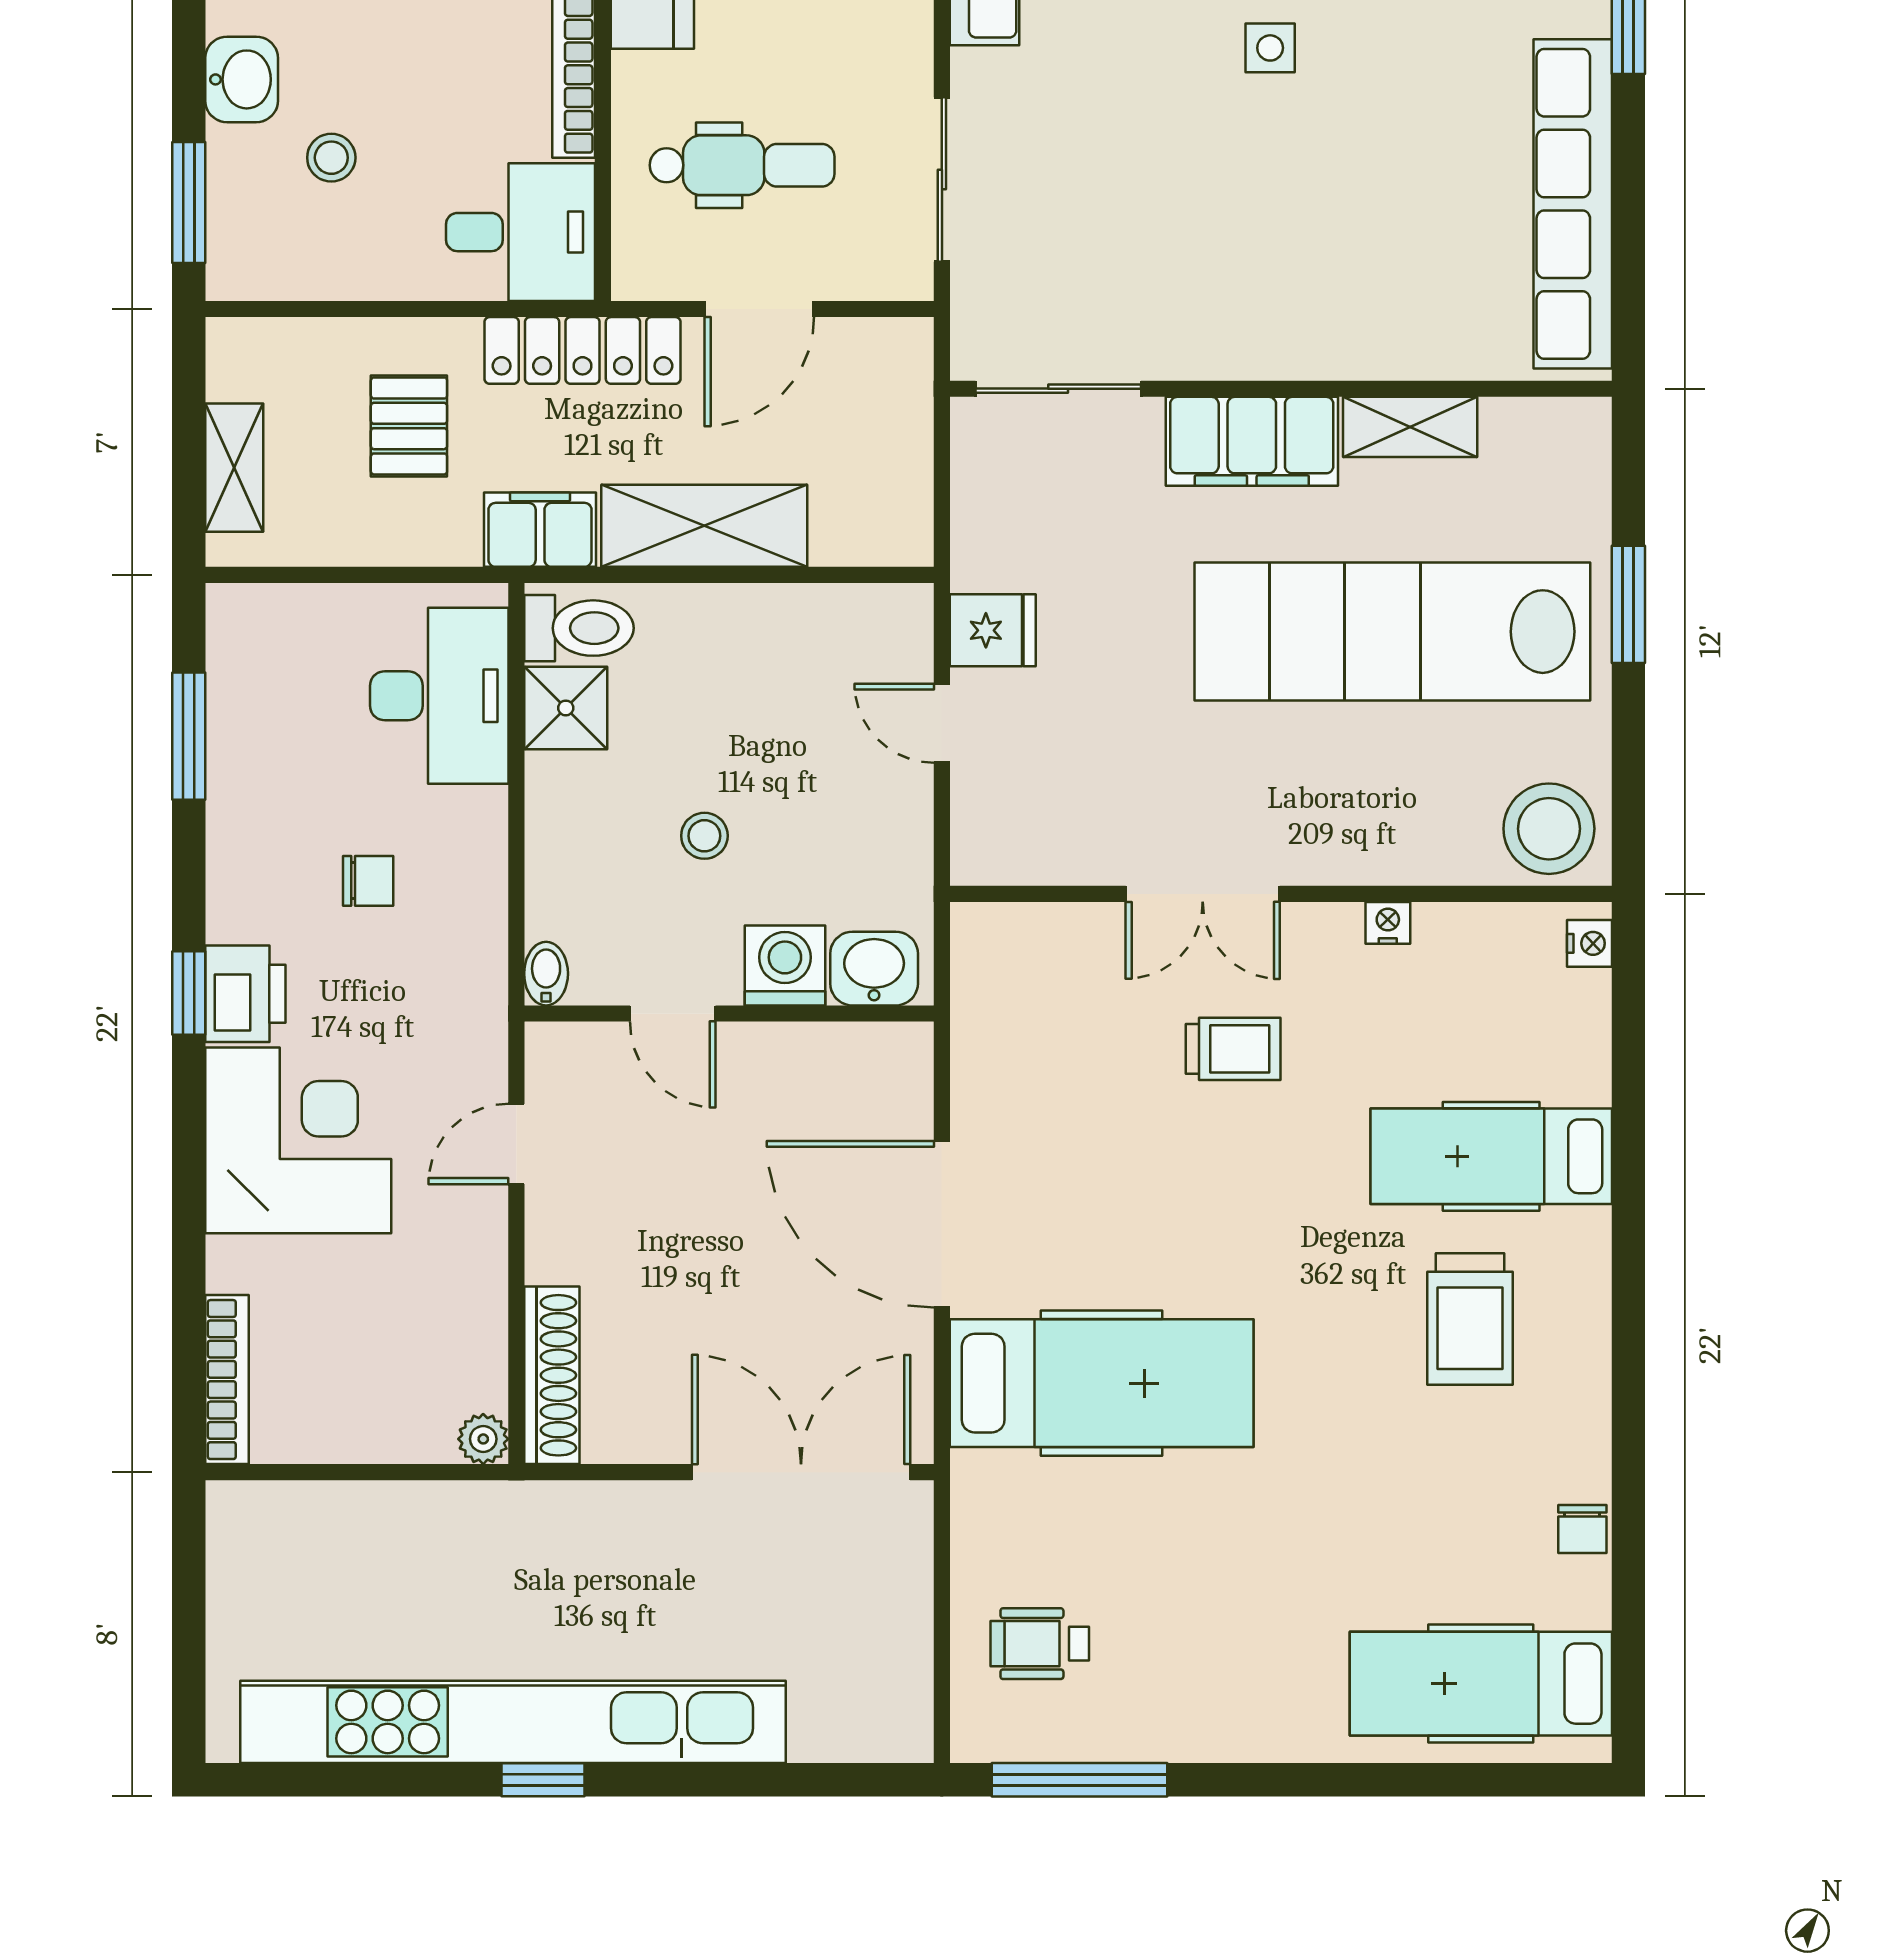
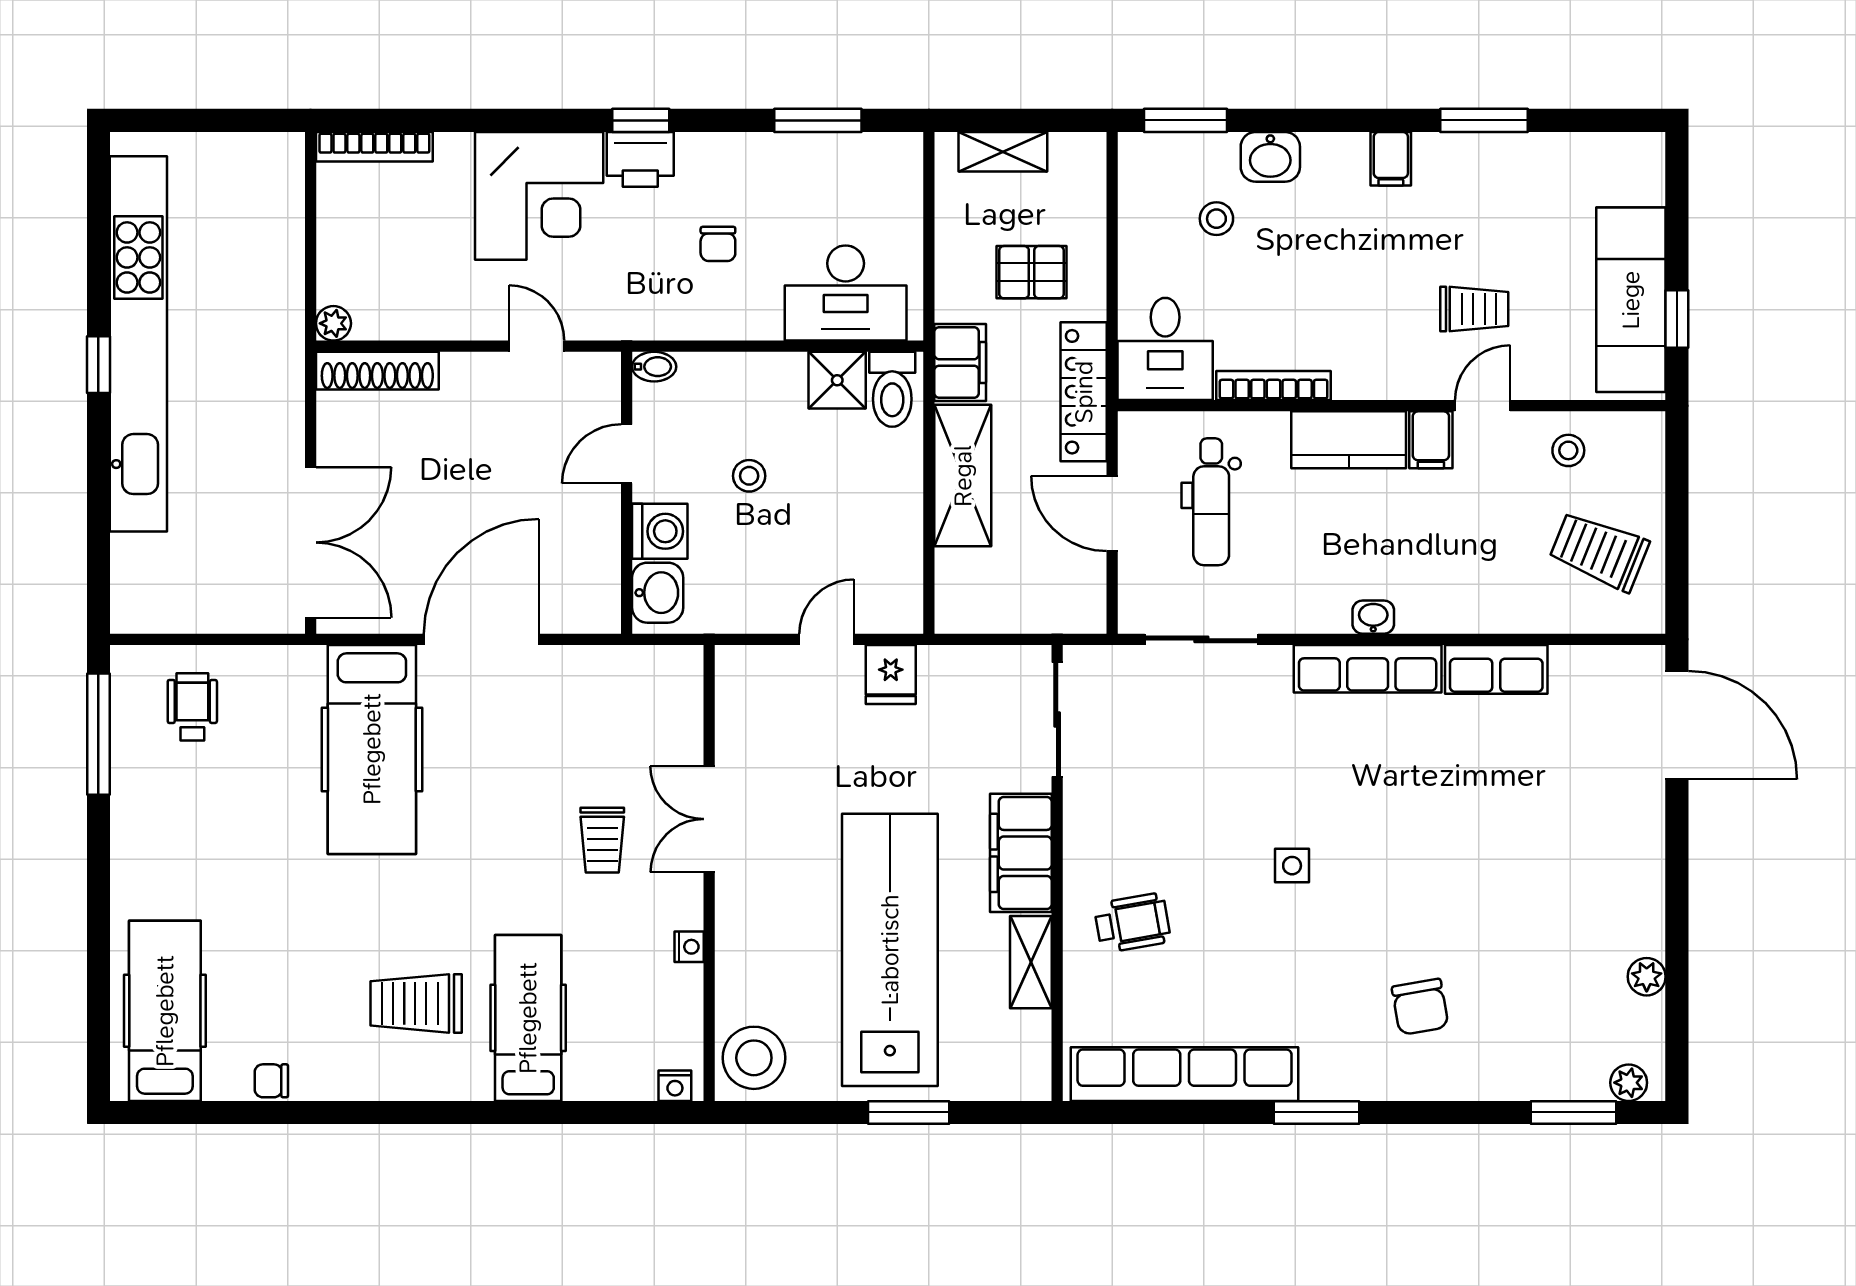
wheelchair: (1353, 280) -> (1132, 923), added

